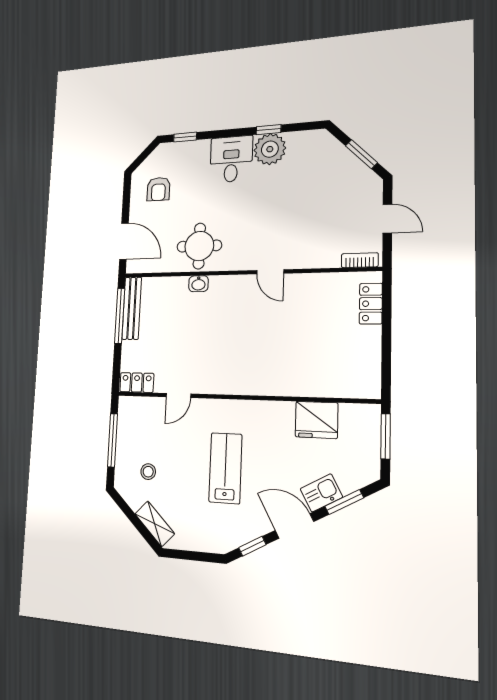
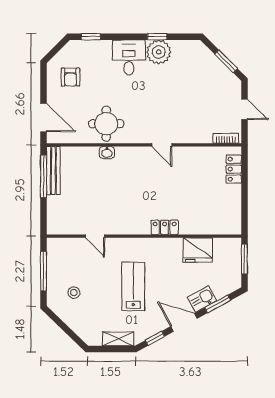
locker: (137, 382) -> (165, 227), moved
door: (178, 395) -> (95, 236), hinge flipped
shelving: (155, 524) -> (118, 339), moved, turned -44

